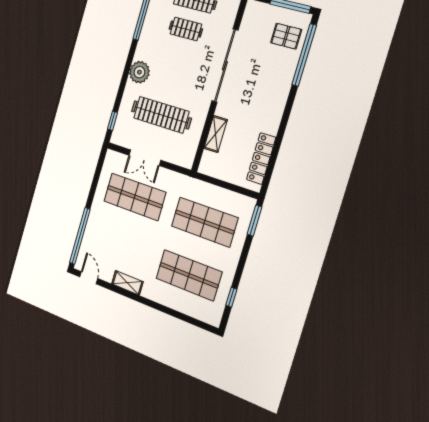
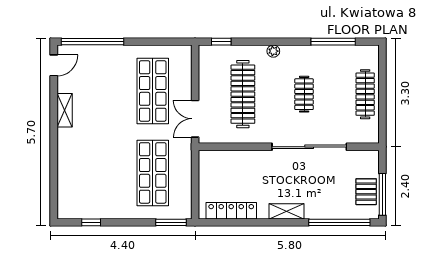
clothes rail: (186, 29) -> (304, 94), moved
pallet: (286, 36) -> (366, 192), moved
plant: (139, 72) -> (273, 51), width x0.53, depth x0.53
shelving: (216, 134) -> (286, 211), moved
double door: (145, 158) -> (195, 119), moved
shop shelf: (189, 275) -> (96, 173), removed

